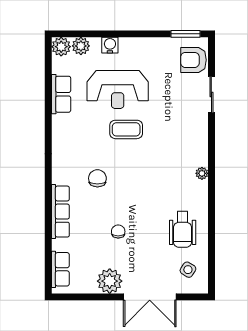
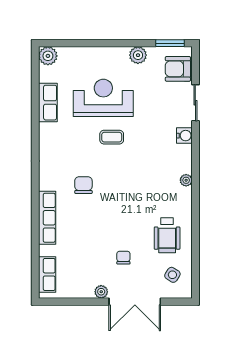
water cooler: (110, 45) -> (184, 136), moved, turned 90
plant: (81, 46) -> (138, 55), moved
reception desk: (118, 89) -> (103, 98), turned 180
coffee table: (126, 129) -> (112, 137), width x0.73, depth x0.77
chair: (118, 232) -> (123, 258), moved
plant: (110, 281) -> (101, 292), width x0.53, depth x0.53

